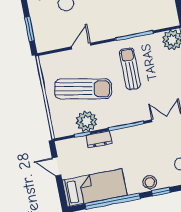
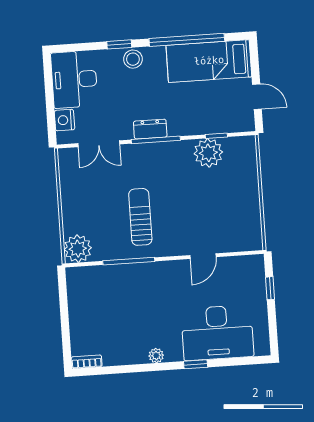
window: (30, 29) -> (270, 288), width x0.67
sun lounger: (130, 69) -> (140, 217), turned 180
sun lounger: (83, 89) -> (208, 198), removed
dresser: (99, 139) -> (150, 129), moved

